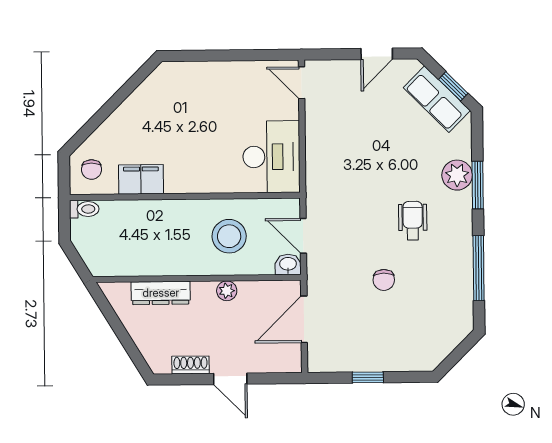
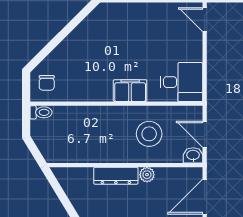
desk: (271, 157) -> (181, 82), width x0.73
filing cabinet: (141, 179) -> (130, 91), moved
dresser: (161, 293) -> (116, 176), moved

